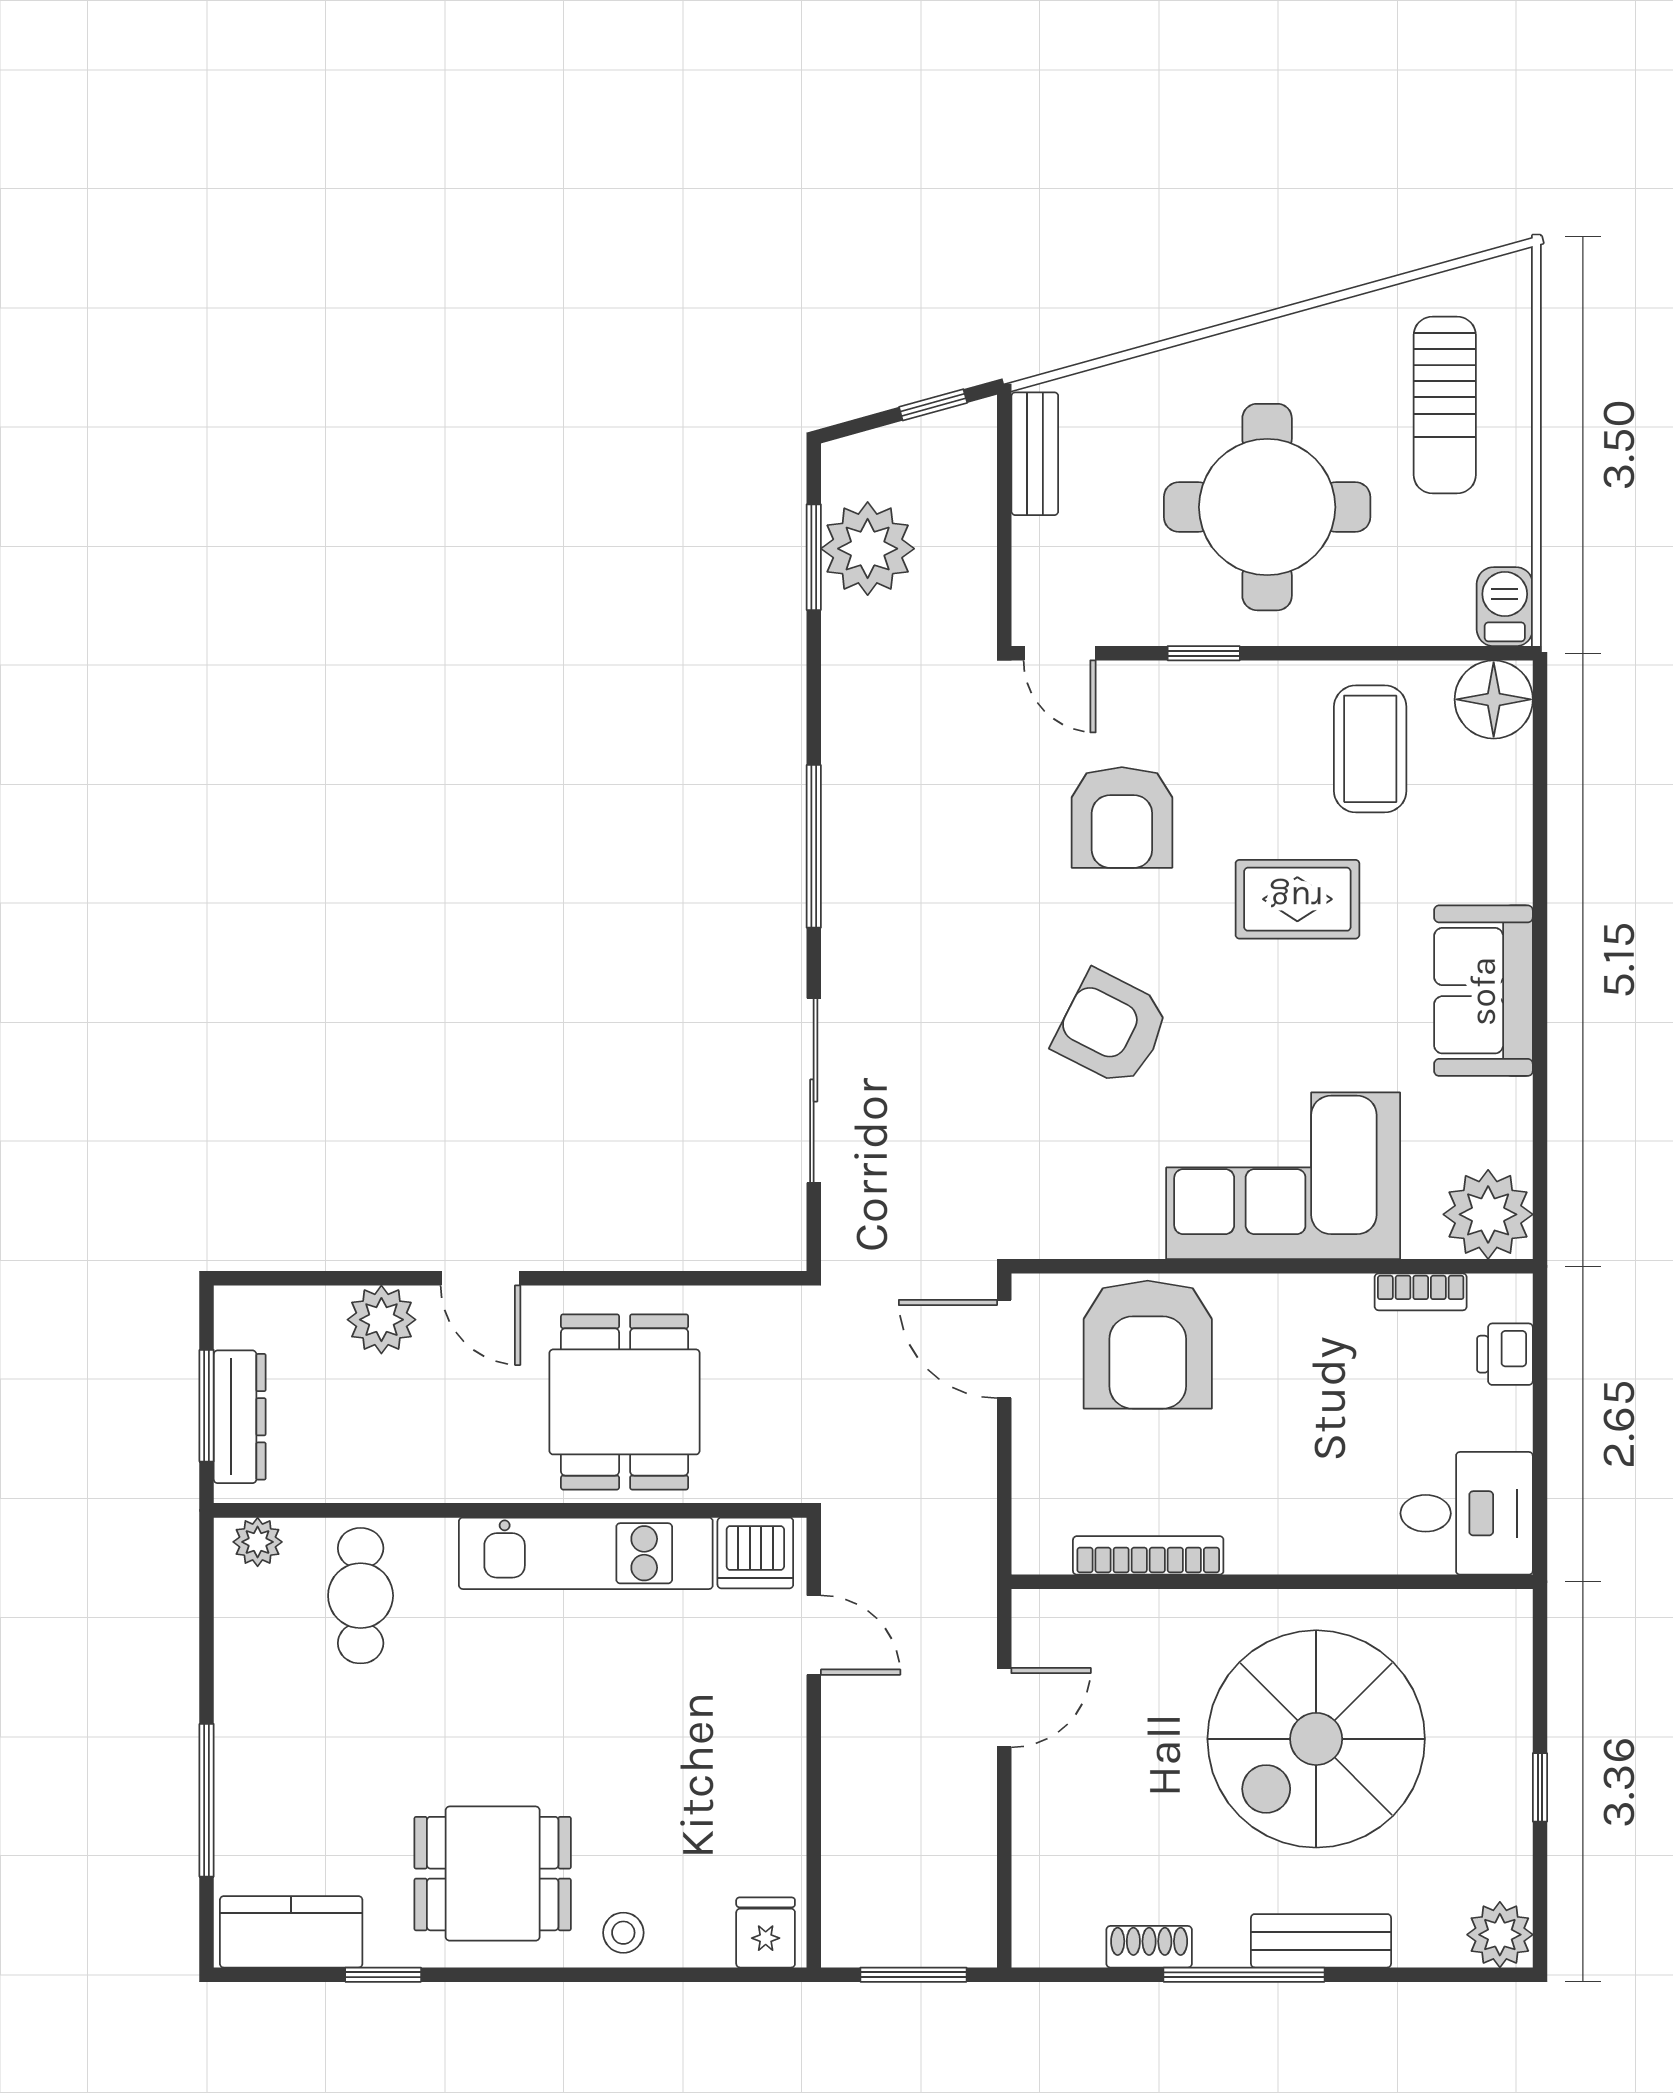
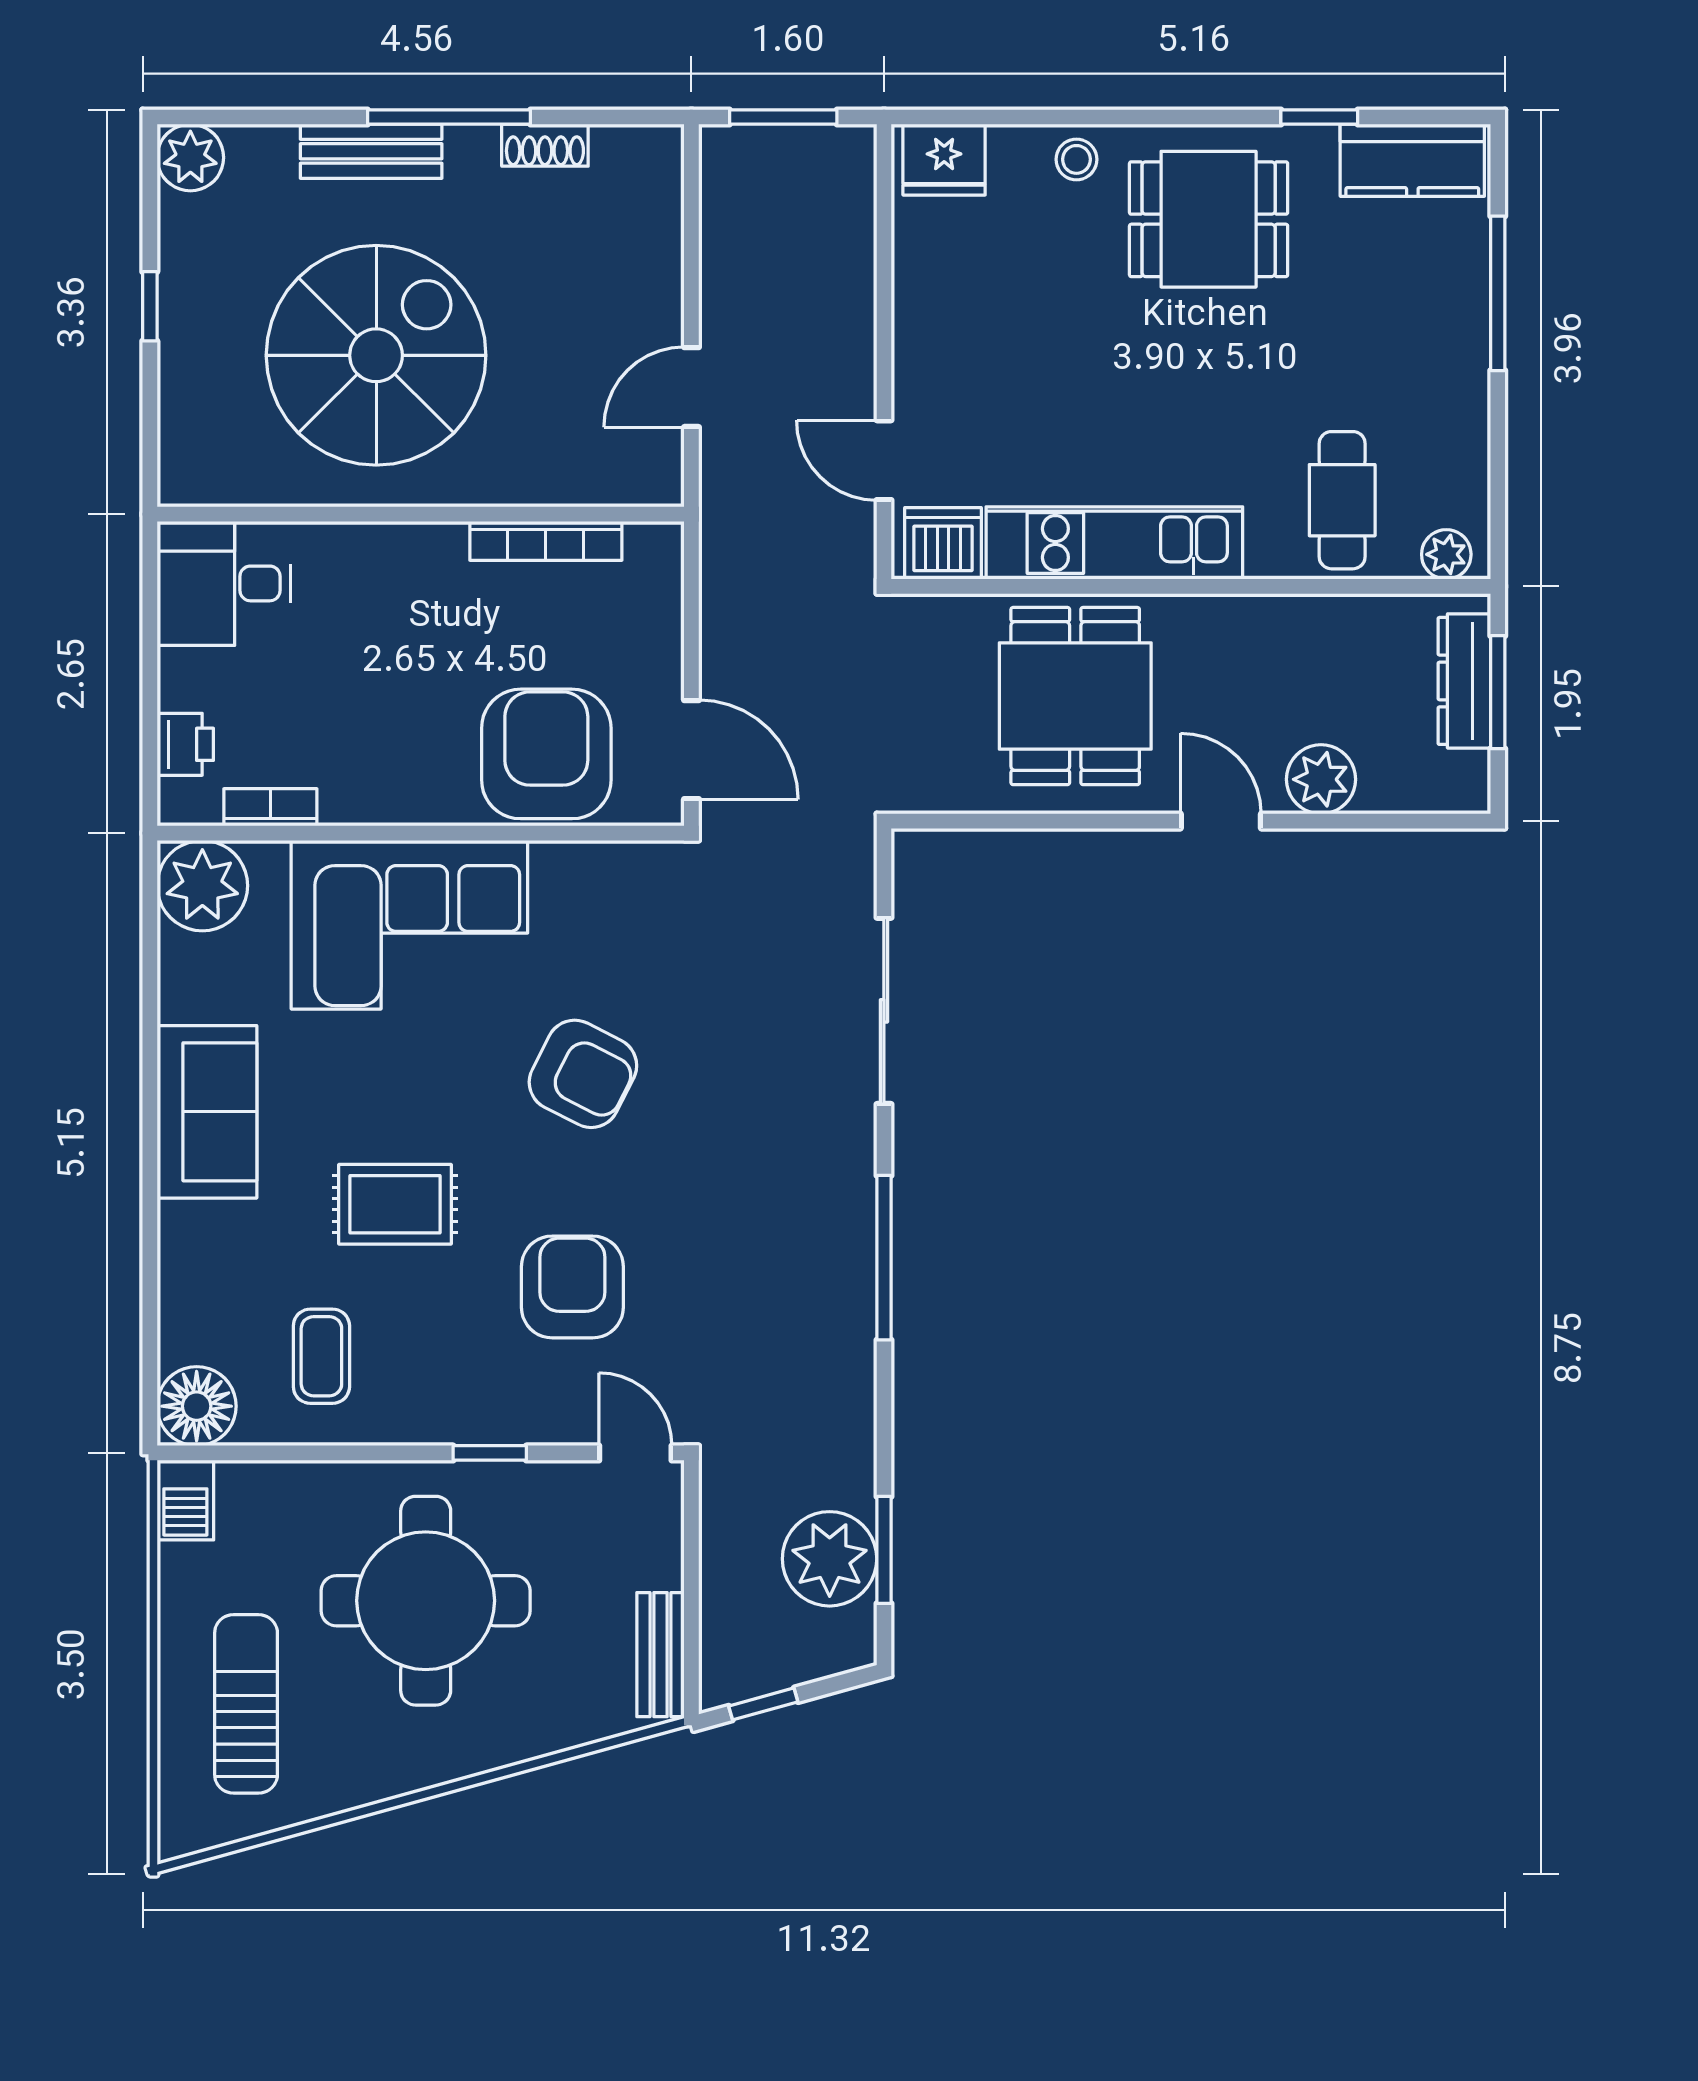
coffee table: (1370, 749) -> (321, 1356), width x0.73, depth x0.77
fridge: (766, 1932) -> (944, 160), width x1.38

